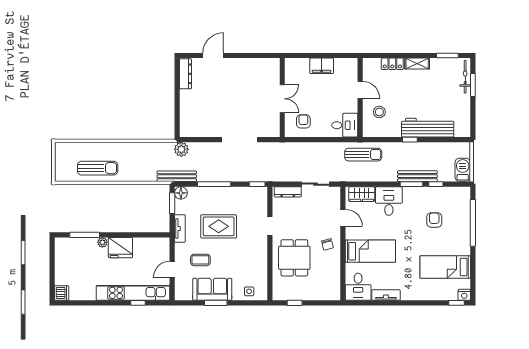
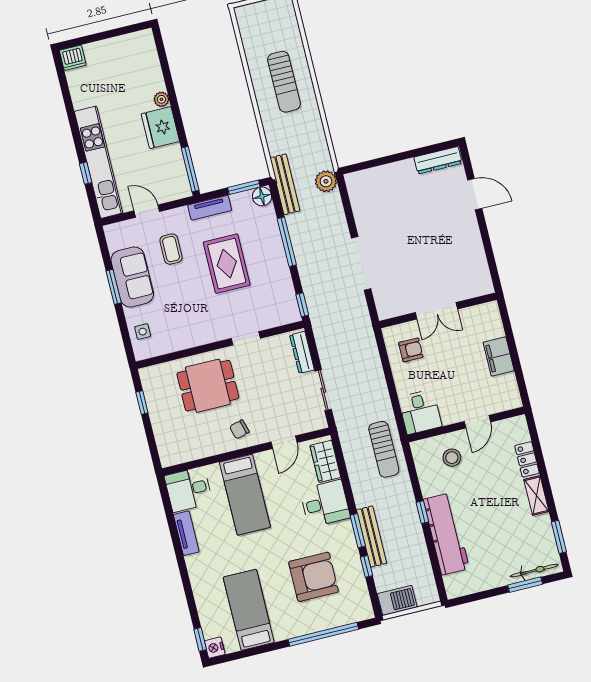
sun lounger: (98, 168) -> (284, 82), moved
armchair: (434, 220) -> (313, 577), width x1.88, depth x1.88
window: (85, 235) -> (190, 169), moved

